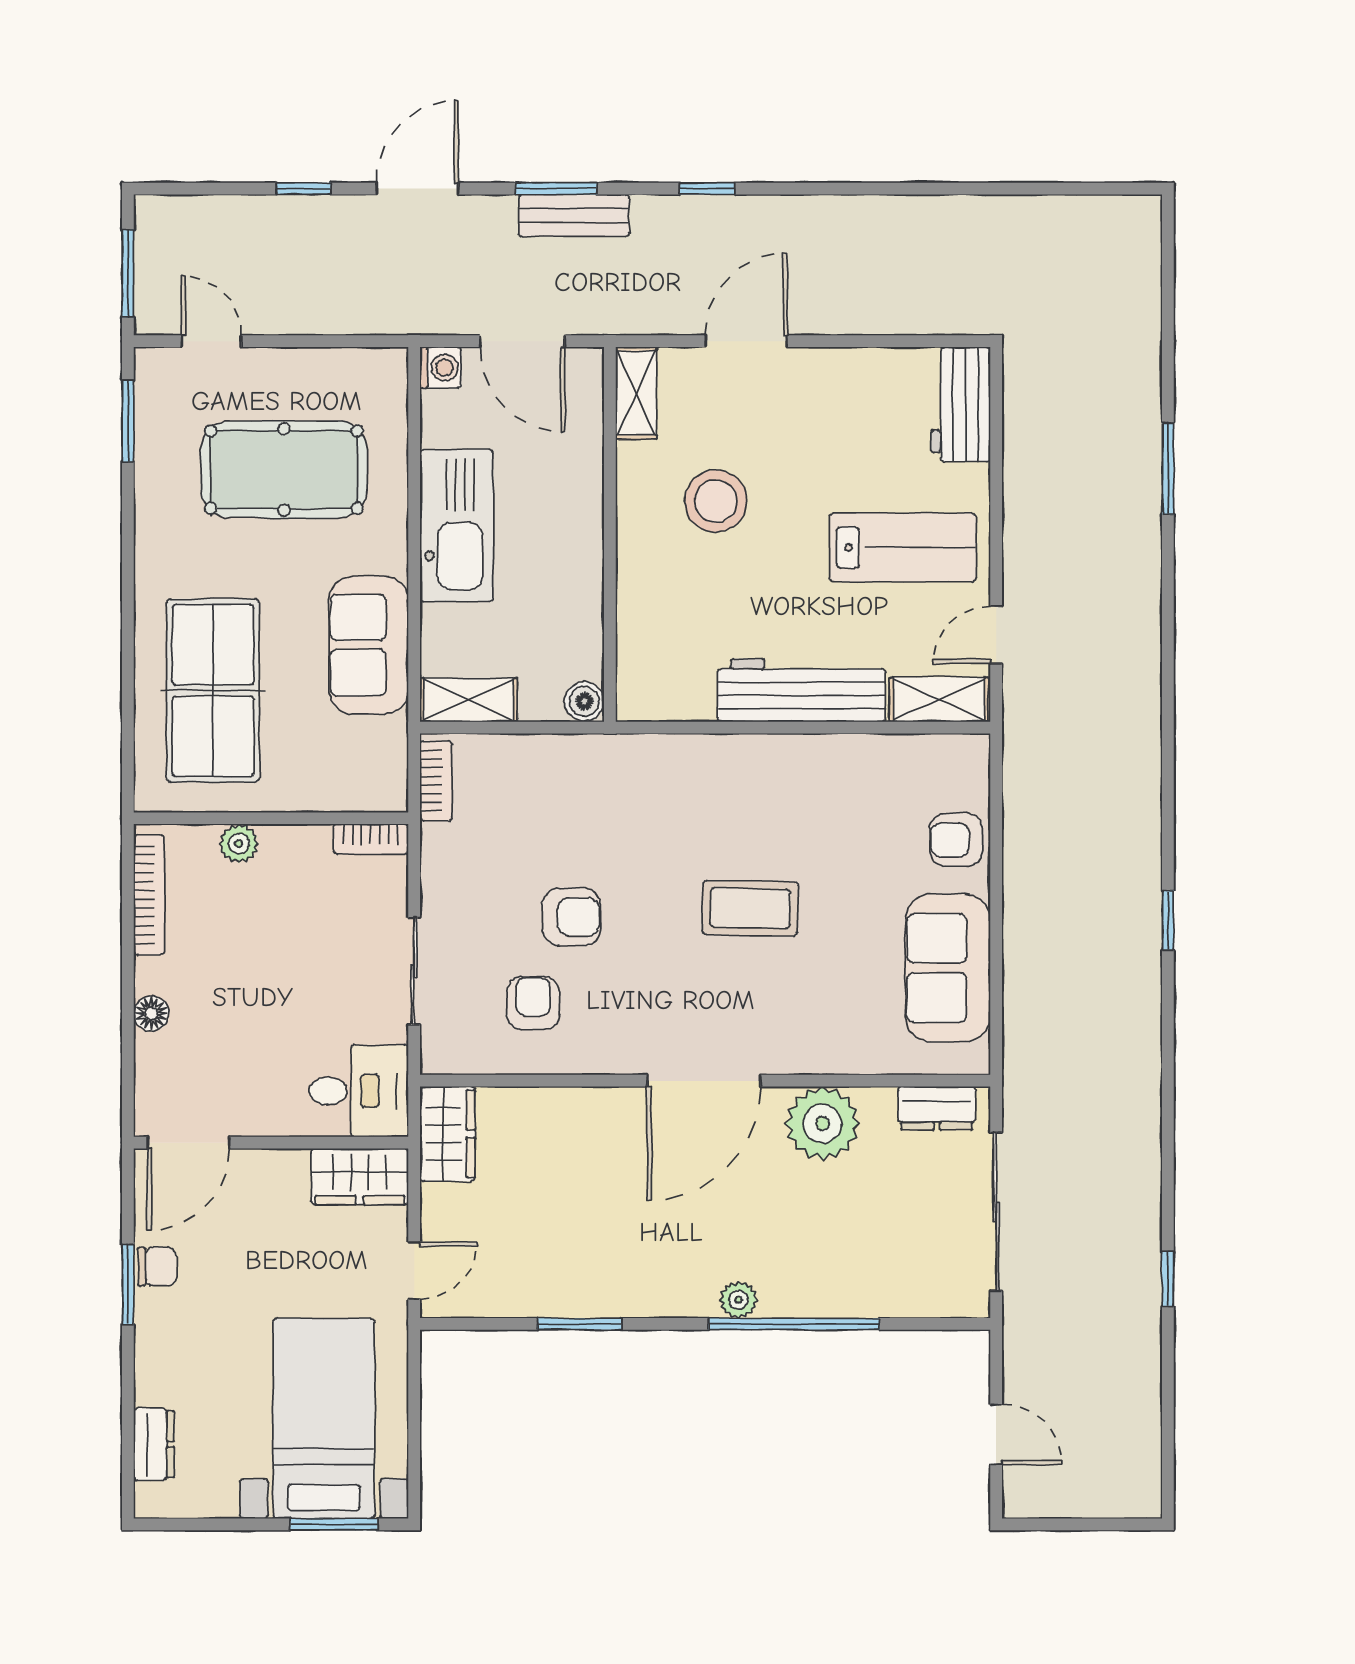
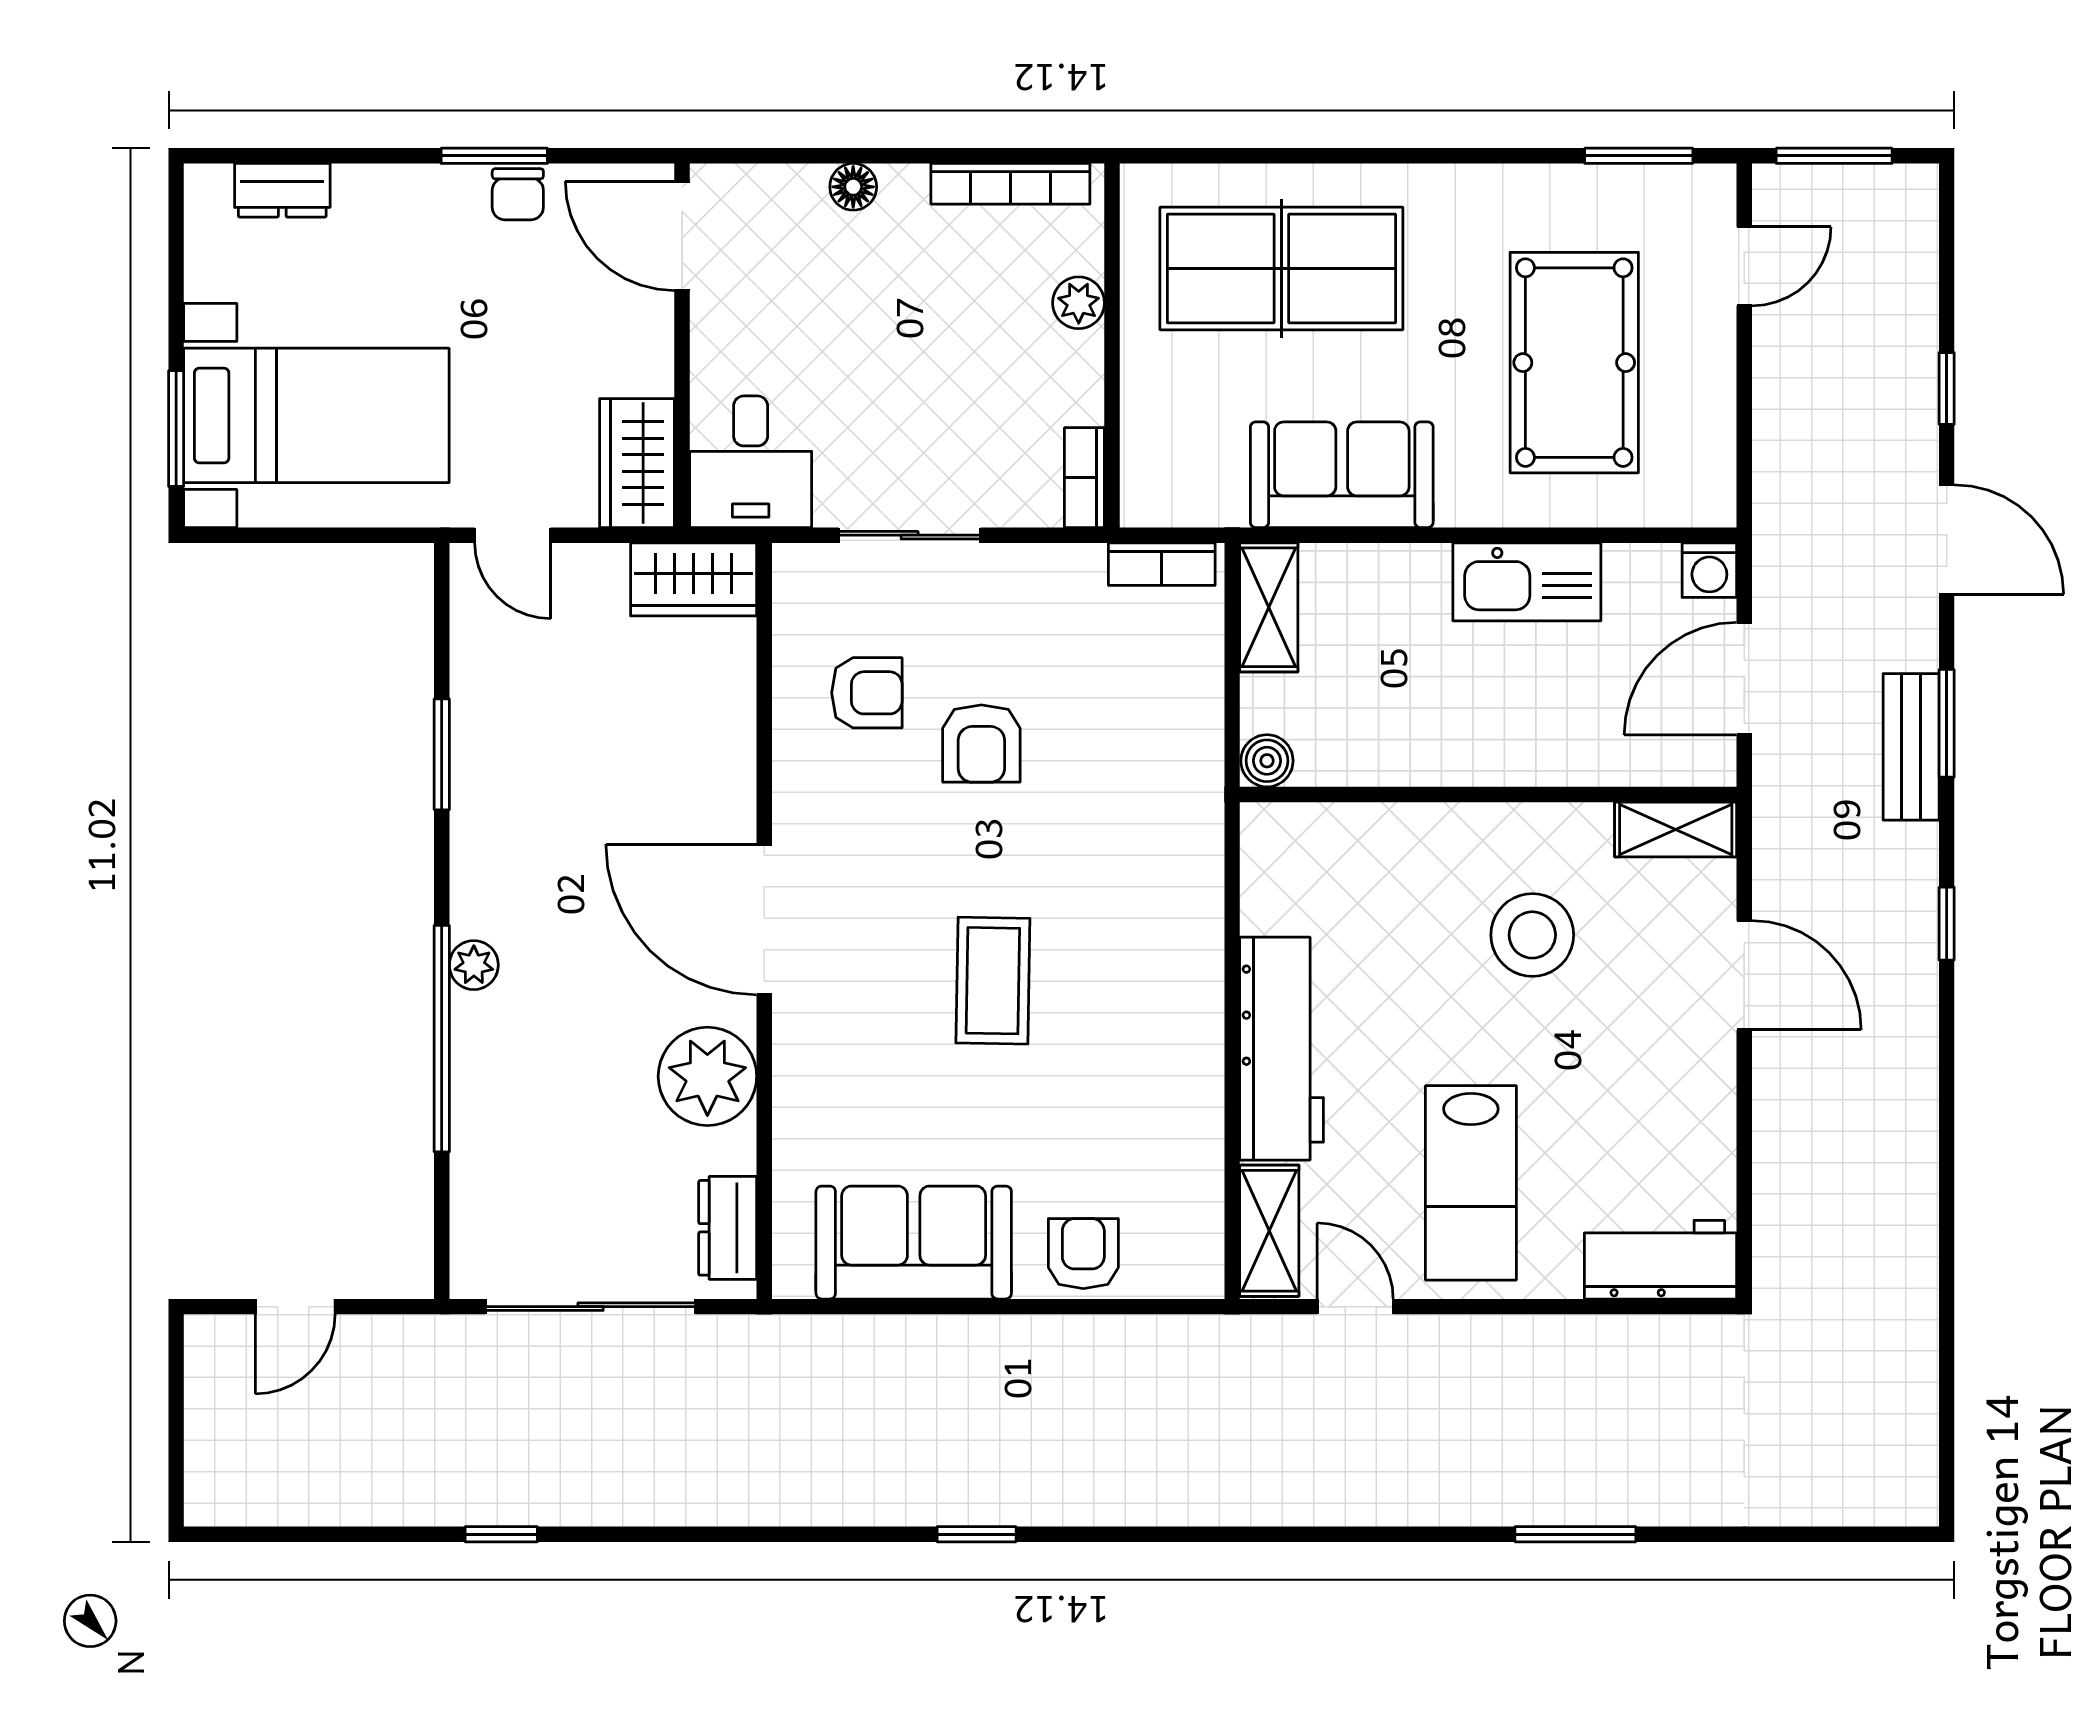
kitchen sink: (456, 526) -> (1527, 582), width x0.73, depth x0.81

